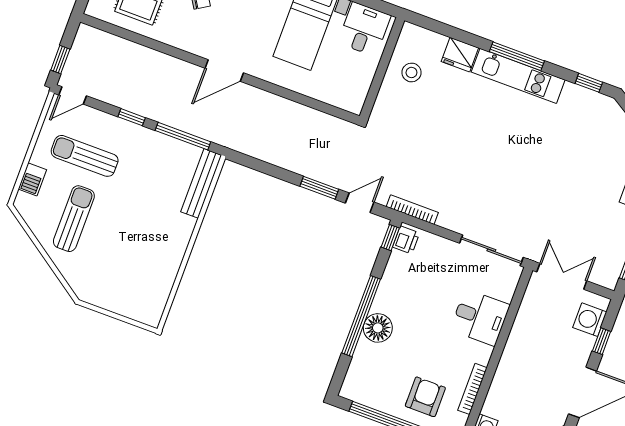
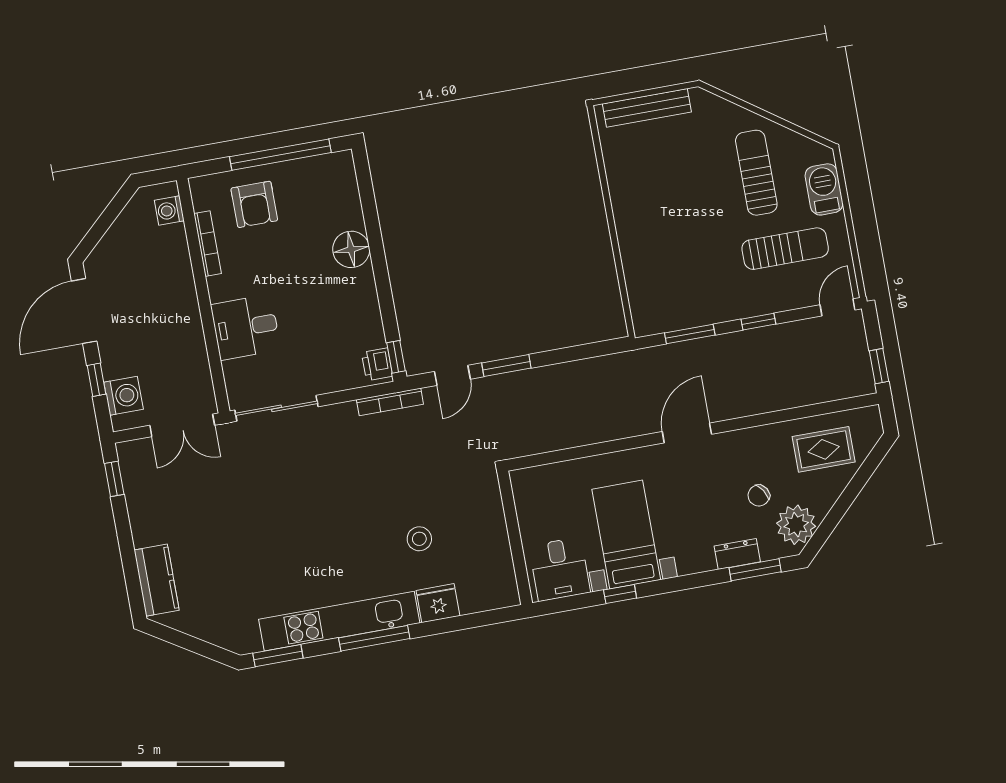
window: (60, 60) -> (879, 366), moved
stool: (411, 72) -> (419, 539), moved
kitchen unit: (518, 76) -> (339, 621), width x1.36
window: (589, 83) -> (278, 656), width x1.50
window: (183, 136) -> (690, 334), width x0.69
barbecue: (32, 179) -> (824, 189), width x1.38, depth x1.27
bench: (201, 183) -> (647, 108), moved, turned 90
sun lounger: (74, 219) -> (756, 173), turned 180
window: (361, 316) -> (377, 252), removed

